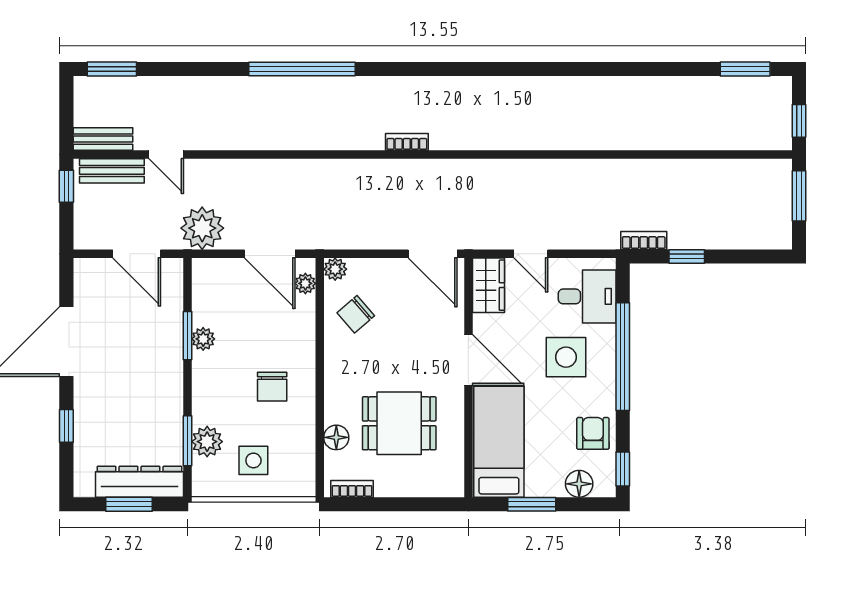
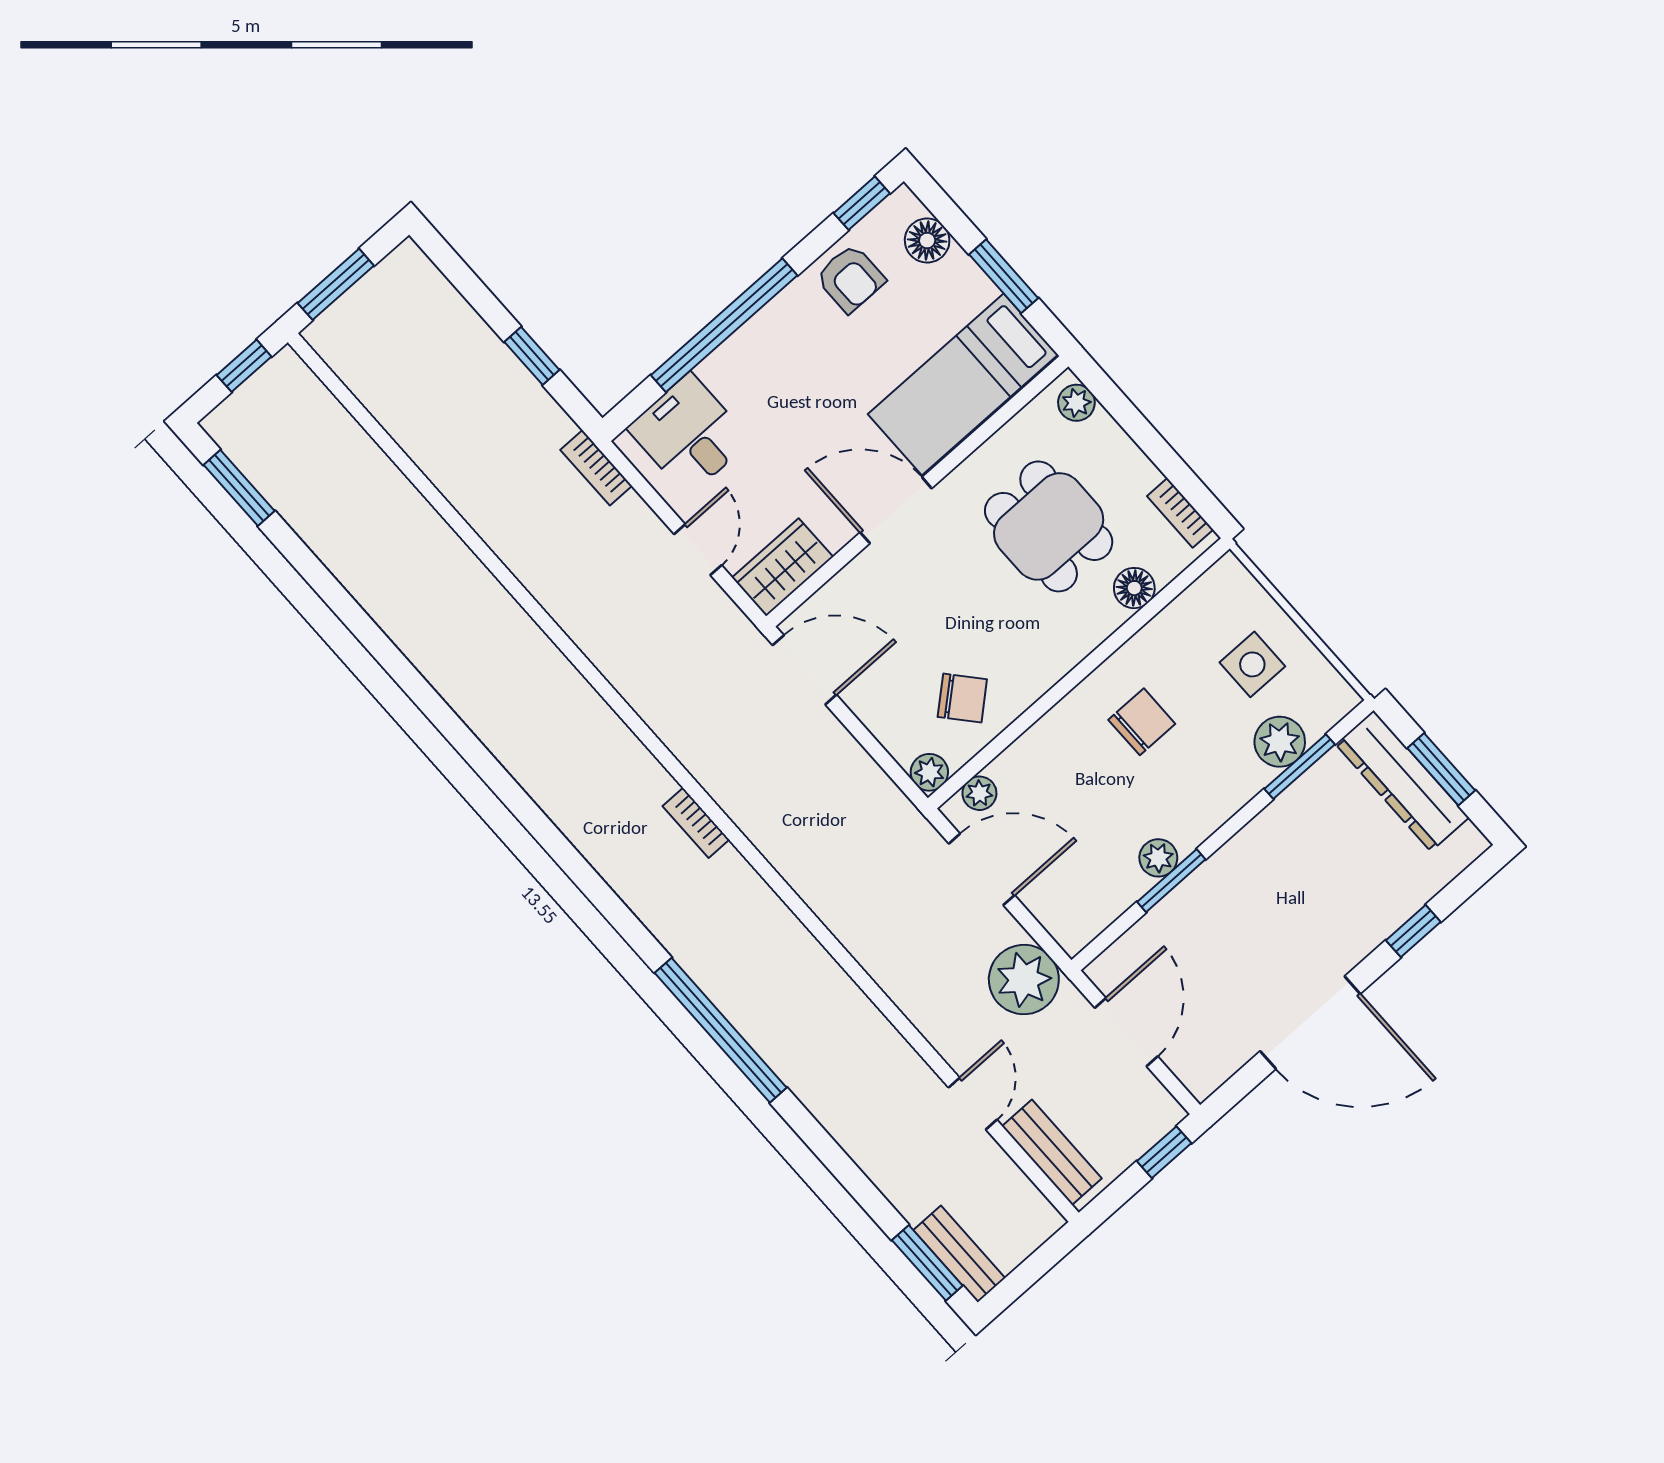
bench: (103, 139) -> (959, 1254), moved
window: (66, 186) -> (1164, 1152), moved
bookcase: (644, 240) -> (596, 468), moved
door: (270, 254) -> (982, 869), hinge flipped
door: (433, 254) -> (805, 670), hinge flipped
side table: (566, 357) -> (786, 394), removed
door: (468, 360) -> (896, 510), hinge flipped
armchair: (593, 433) -> (850, 278), turned -90
plant: (444, 486) -> (1076, 403), added

